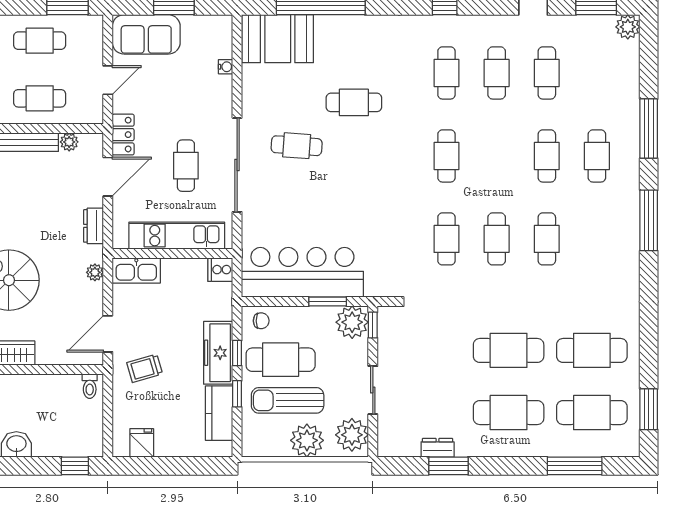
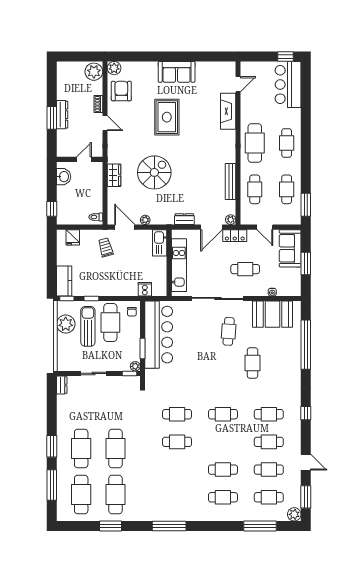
booth: (278, 39) -> (273, 314), moved, turned 90
window: (649, 129) -> (260, 526), moved
plant: (69, 142) -> (231, 220), moved
cafe table: (186, 166) -> (245, 269), moved
door: (108, 177) -> (211, 227), hinge flipped
window: (649, 220) -> (169, 526), moved
cafe table: (547, 239) -> (269, 497), moved
cooker: (220, 270) -> (145, 289), moved
plant: (95, 272) -> (145, 220), moved
plant: (352, 322) -> (135, 366), width x0.53, depth x0.53
freezer: (218, 353) -> (114, 288), removed
window: (237, 353) -> (67, 298), moved
window: (649, 409) -> (110, 526), moved
kitchen counter: (219, 413) -> (64, 281), moved, turned 90
plant: (352, 435) -> (69, 362), removed
plant: (307, 440) -> (66, 324), moved
fridge: (142, 443) -> (73, 237), moved, turned 90
dresser: (438, 448) -> (62, 385), moved
window: (448, 466) -> (52, 446), moved

